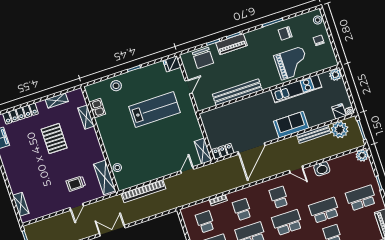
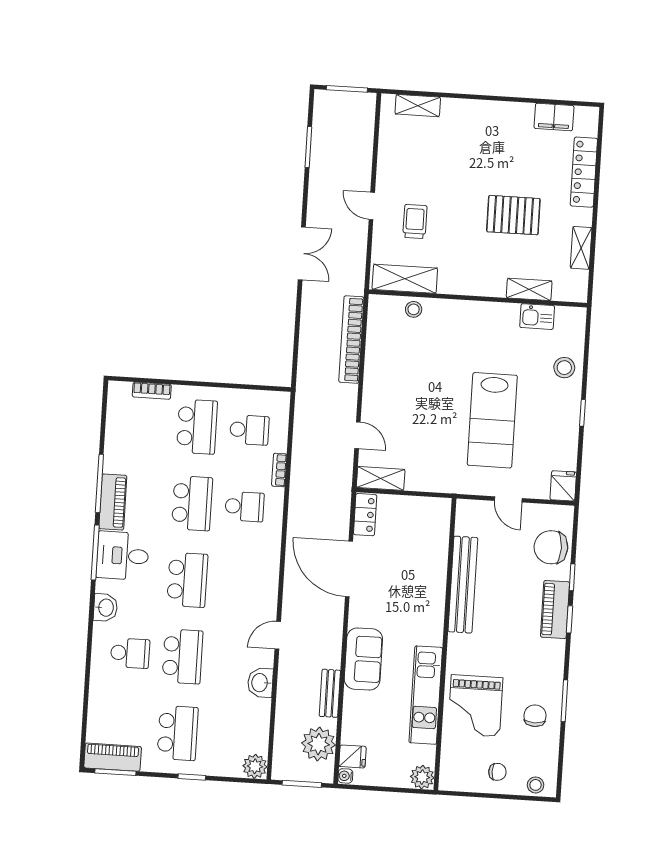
bench: (314, 134) -> (330, 693), width x0.73
school desk: (279, 197) -> (240, 583), removed

